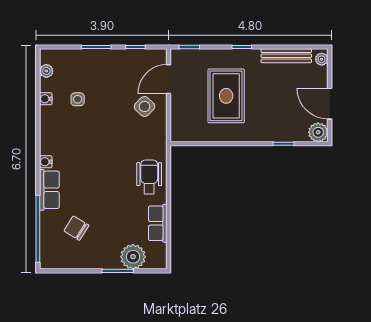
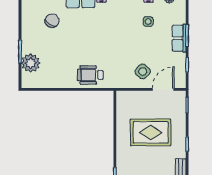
door: (169, 79) -> (163, 89), hinge flipped
wheelchair: (149, 177) -> (90, 75), turned 180
row of seats: (158, 223) -> (179, 38), moved, turned -90

